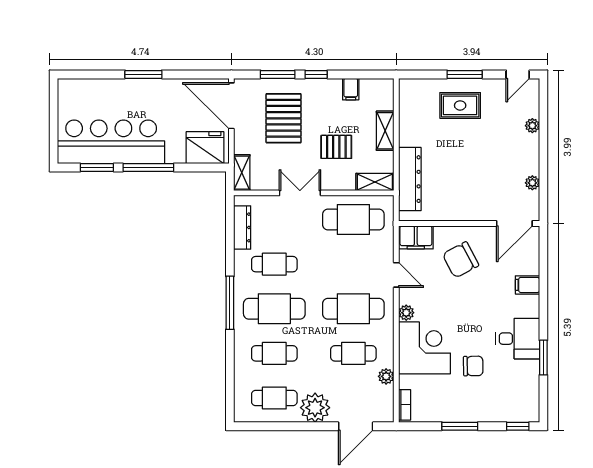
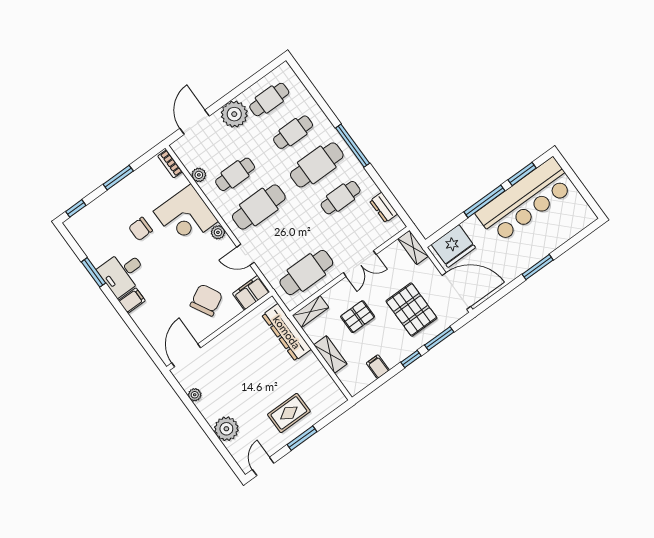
plant: (532, 126) -> (226, 429), width x1.88, depth x1.88
dresser: (242, 227) -> (384, 207), width x0.70
filing cabinet: (527, 285) -> (132, 301), moved

